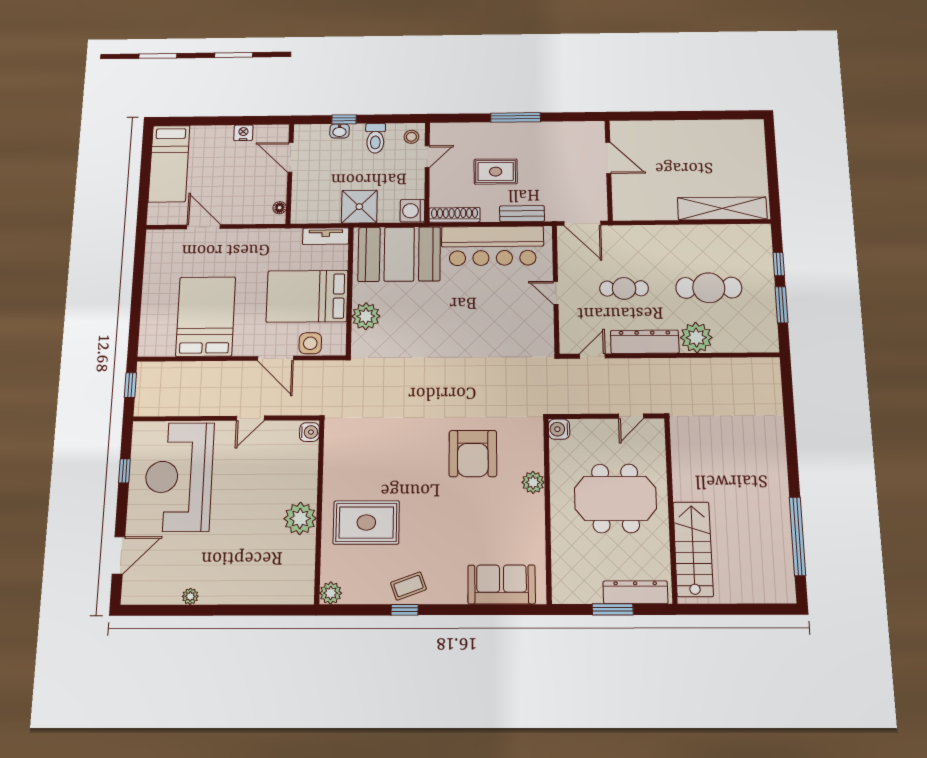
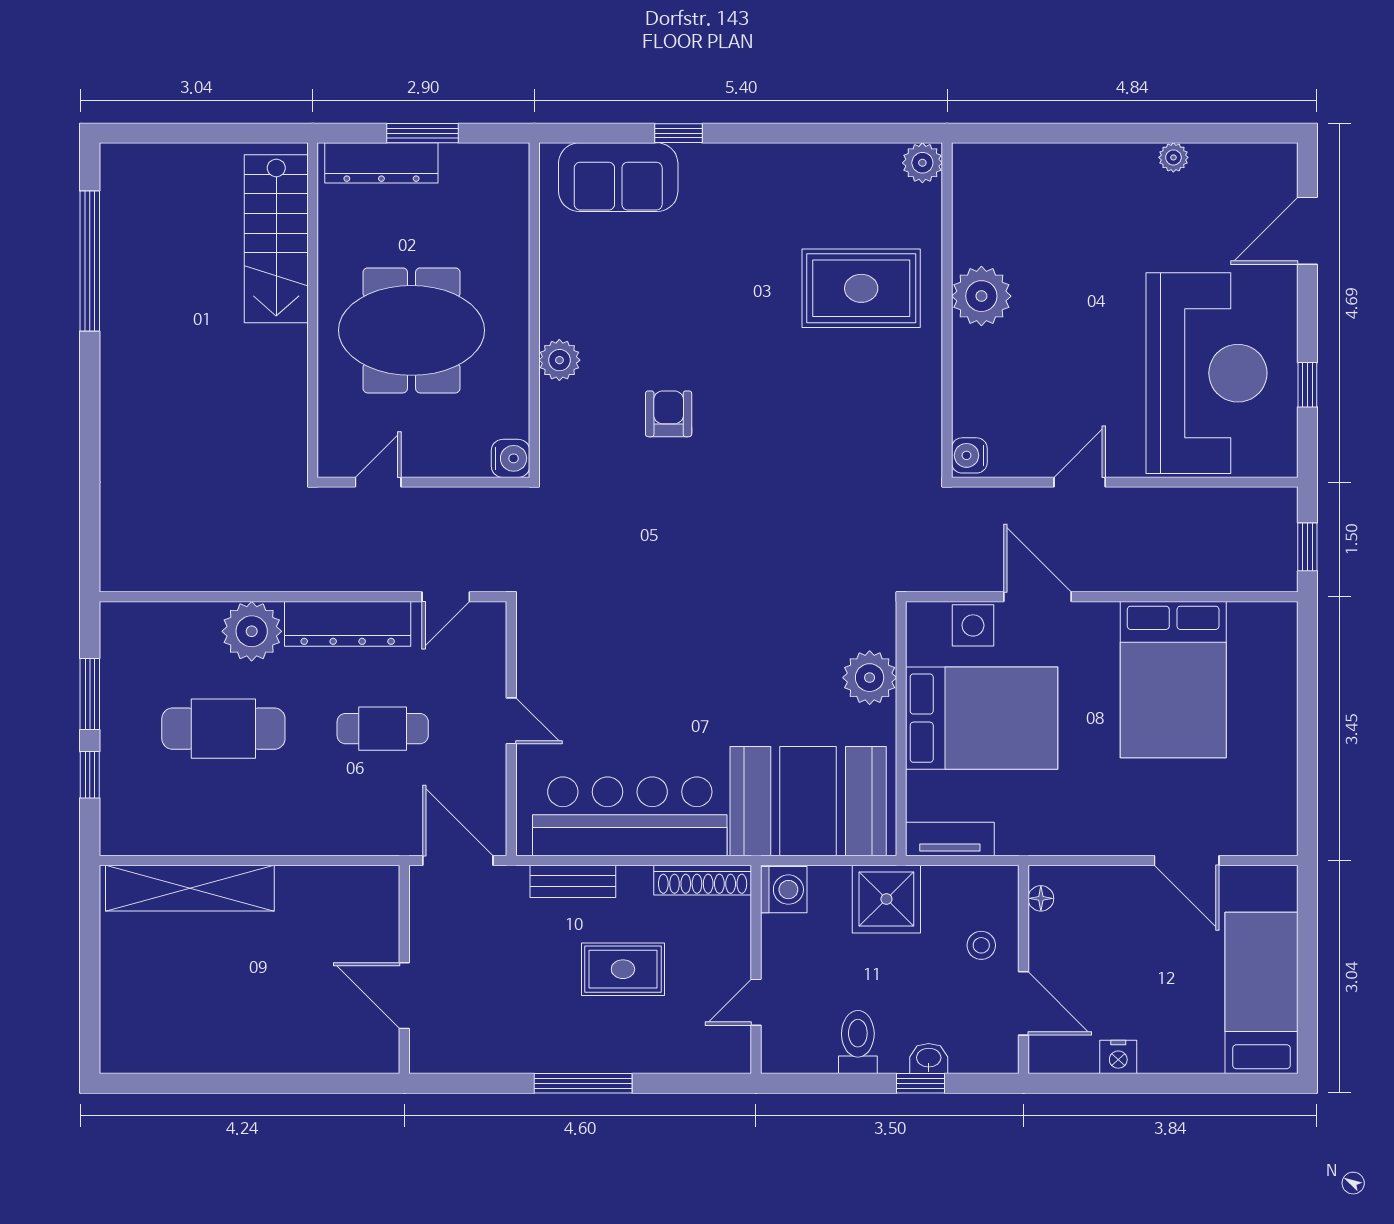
stool: (411, 137) -> (981, 945), moved
armchair: (473, 454) -> (669, 414), width x0.53, depth x0.53
coffee table: (408, 586) -> (784, 175), removed
window: (405, 610) -> (678, 133), moved

